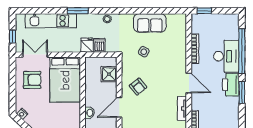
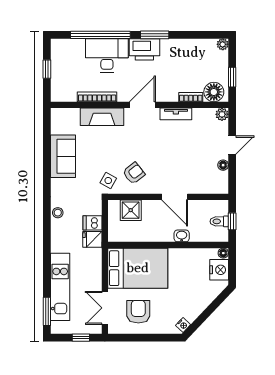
window: (78, 11) -> (47, 311), moved
window: (204, 11) -> (47, 69), moved
side table: (144, 52) -> (108, 181), moved
fireplace: (180, 52) -> (102, 117), added
armchair: (138, 87) -> (134, 173), moved

